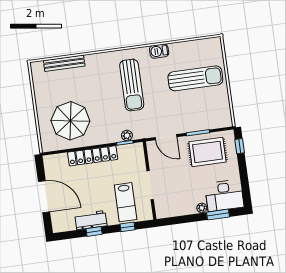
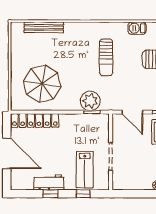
sun lounger: (132, 85) -> (106, 57), width x0.73, depth x0.75
plant: (127, 136) -> (90, 101), width x1.88, depth x1.88
locker: (93, 156) -> (35, 121), moved

